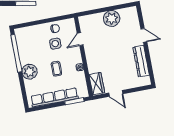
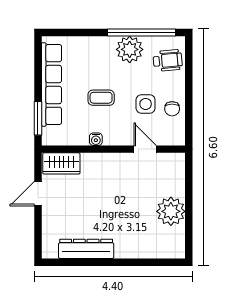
door: (144, 35) -> (130, 262), removed
wheelchair: (29, 36) -> (168, 60), added
plant: (30, 72) -> (130, 49), moved

